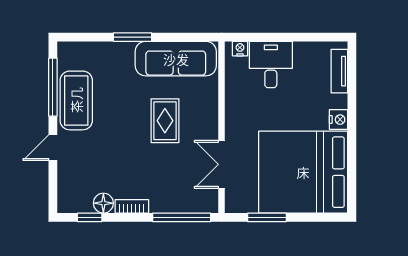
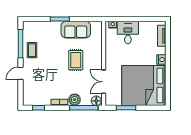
sofa: (176, 59) -> (76, 30), width x0.73
coffee table: (76, 100) -> (32, 50), width x0.54, depth x0.58
plant: (163, 201) -> (75, 100), added
floor lamp: (103, 203) -> (96, 101), moved

